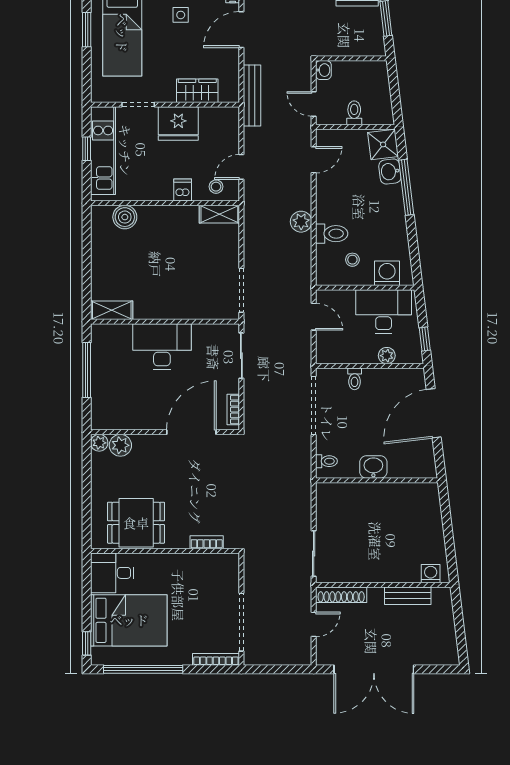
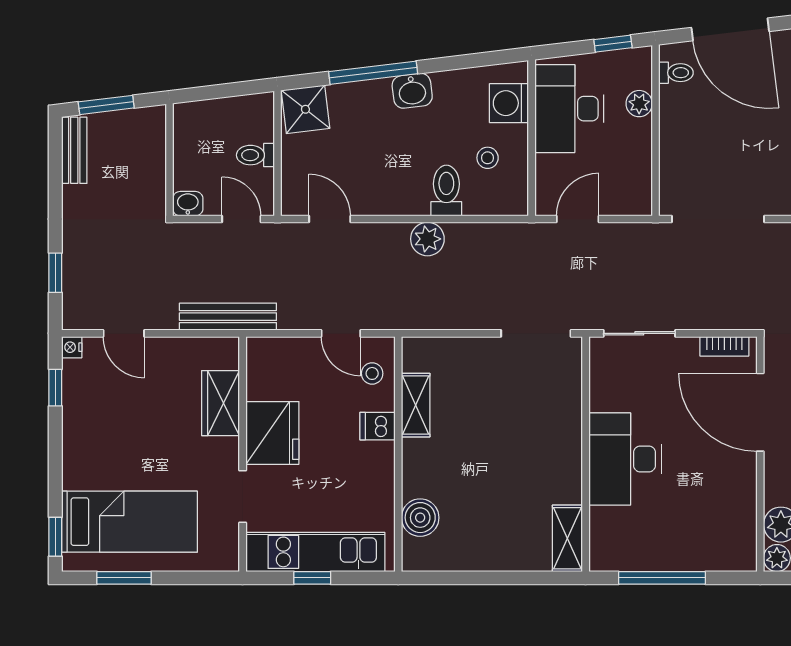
side table: (181, 15) -> (101, 429), removed
door: (241, 30) -> (124, 333), width x0.73
door: (314, 104) -> (241, 219), swing flipped
washbasin: (390, 172) -> (412, 91), moved
shelving: (219, 214) -> (416, 405), moved
toilet: (355, 379) -> (676, 73), moved

